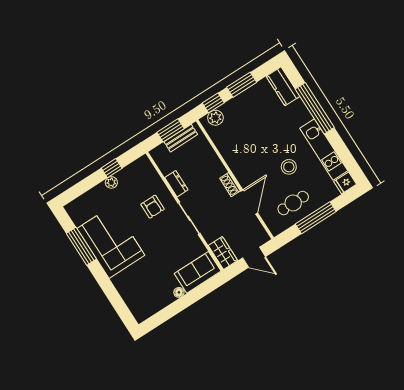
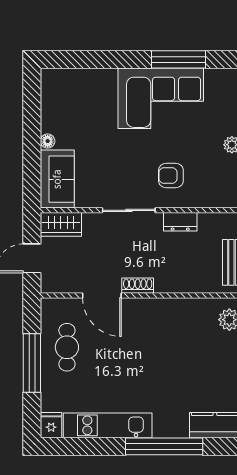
stool: (289, 167) -> (114, 370), removed

